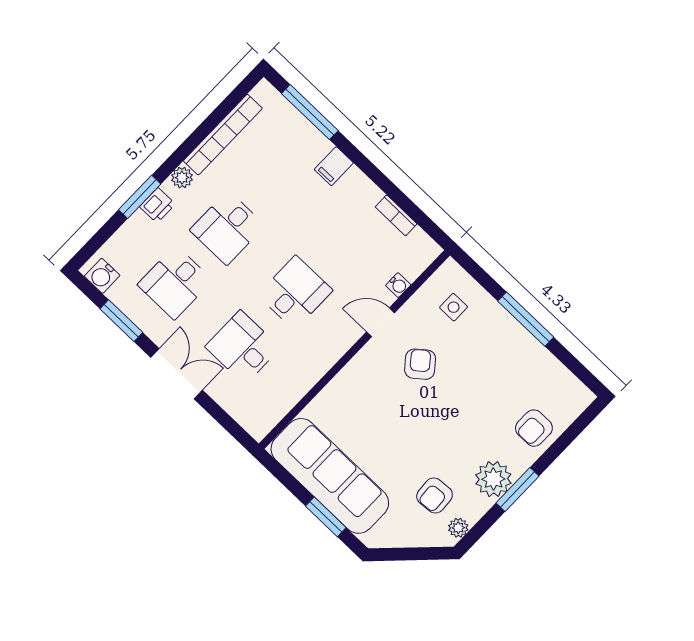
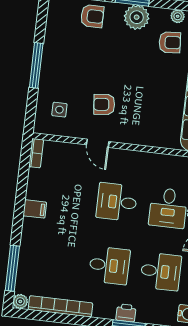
filing cabinet: (334, 166) -> (35, 209), moved
plant: (182, 178) -> (20, 301), moved
bookcase: (396, 215) -> (36, 153), moved
water cooler: (398, 285) -> (70, 149), removed
armchair: (420, 364) -> (104, 104), turned 33

